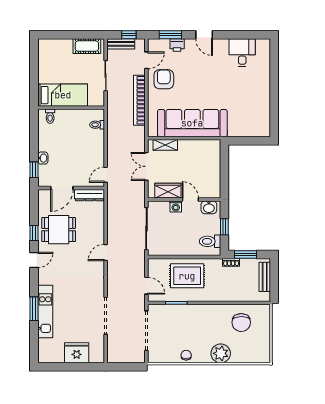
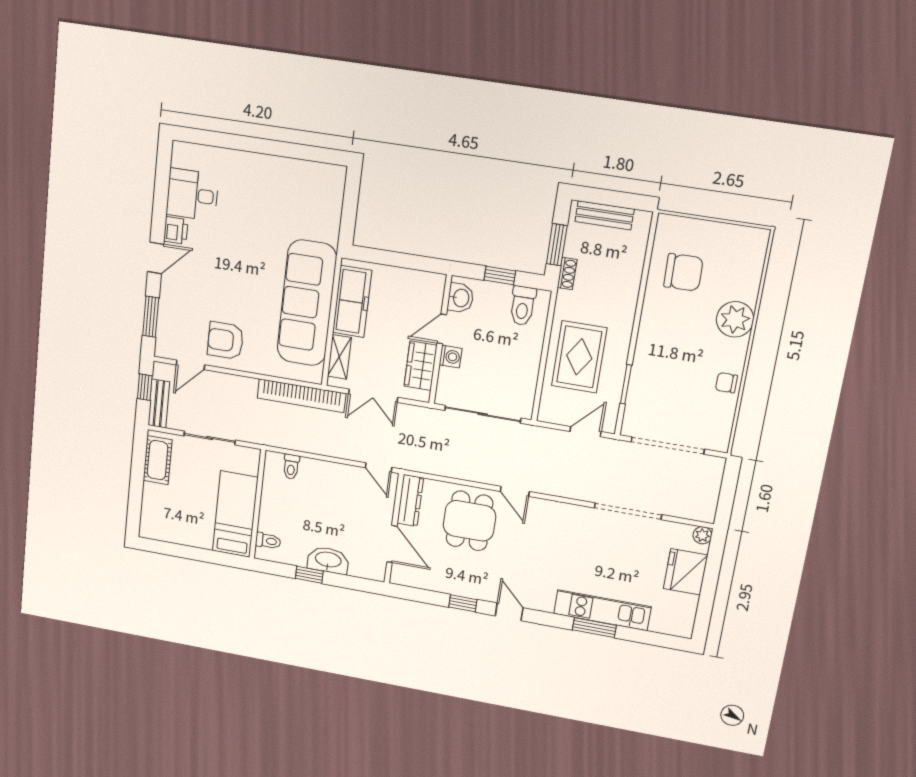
printer: (177, 45) -> (176, 230), moved
door: (146, 60) -> (190, 365), swing flipped
bookcase: (139, 100) -> (301, 396), moved
freezer: (197, 148) -> (352, 302), added
washbasin: (43, 158) -> (328, 560), width x1.91, depth x1.45
window: (34, 170) -> (309, 575), moved
dining table: (59, 230) -> (469, 521), moved
plant: (99, 358) -> (702, 535), added

